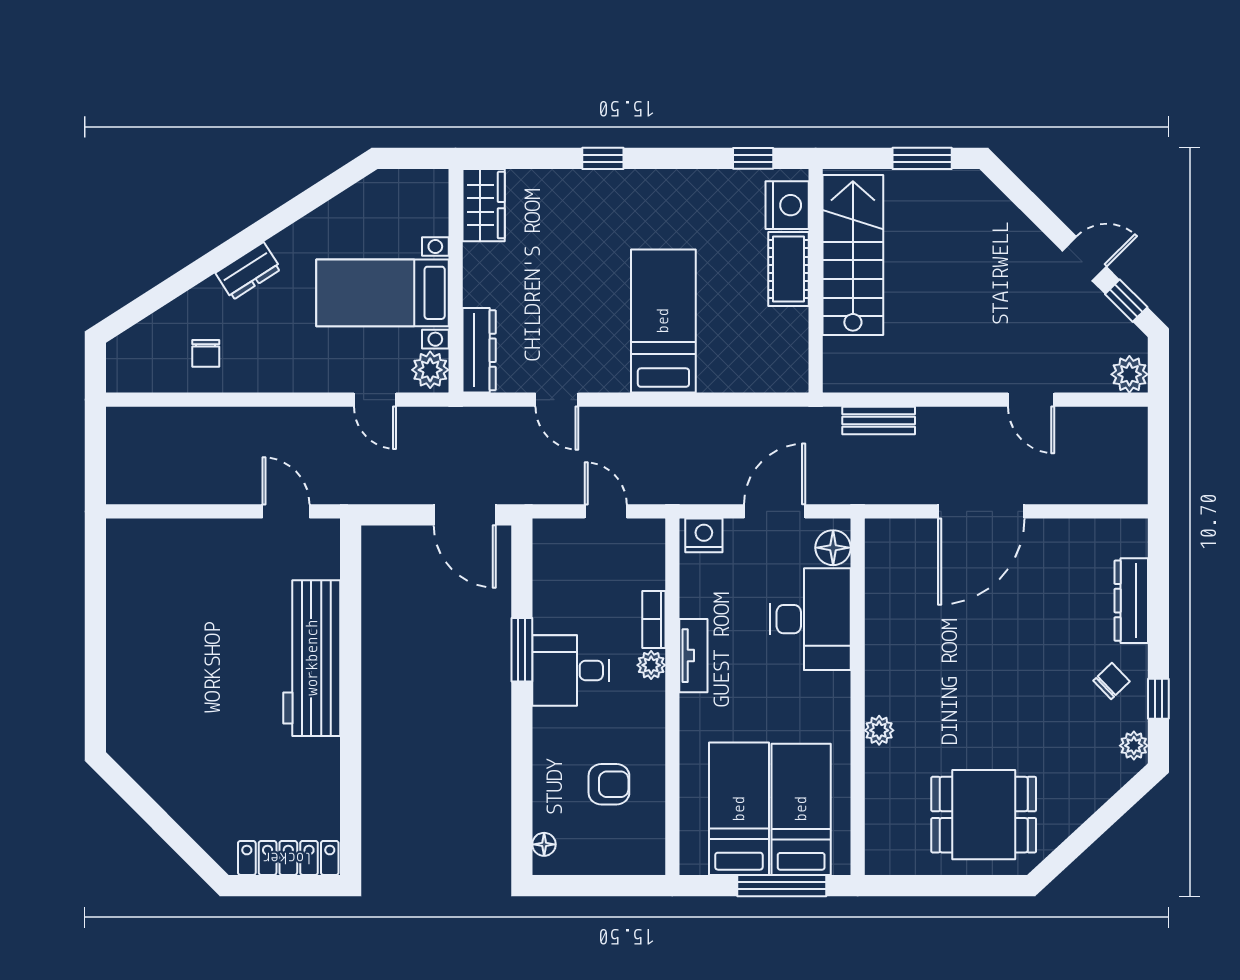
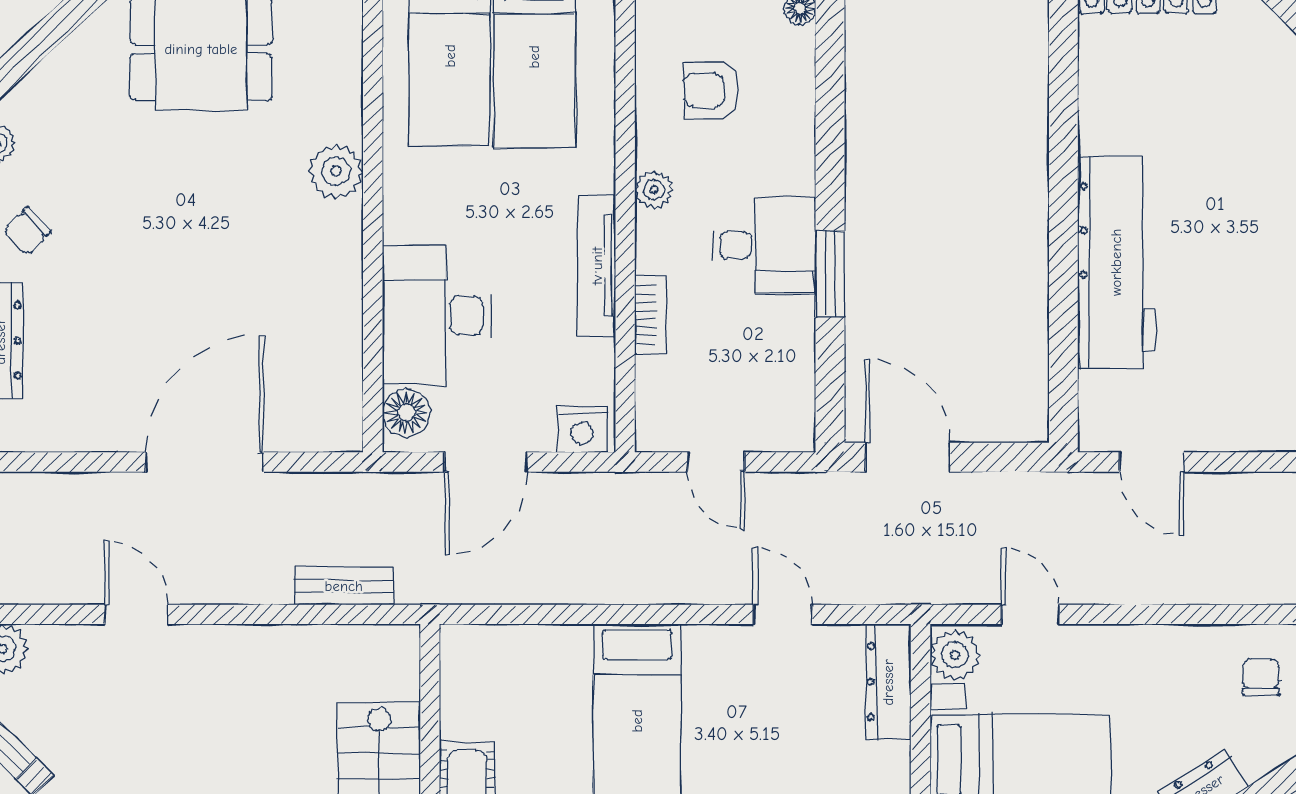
tv unit: (693, 656) -> (597, 266), width x1.41
plant: (651, 665) -> (654, 190), moved
plant: (879, 730) -> (336, 171), width x1.38, depth x1.38

